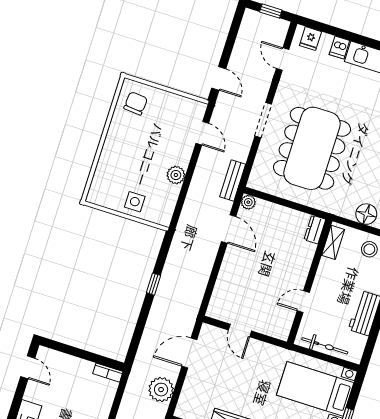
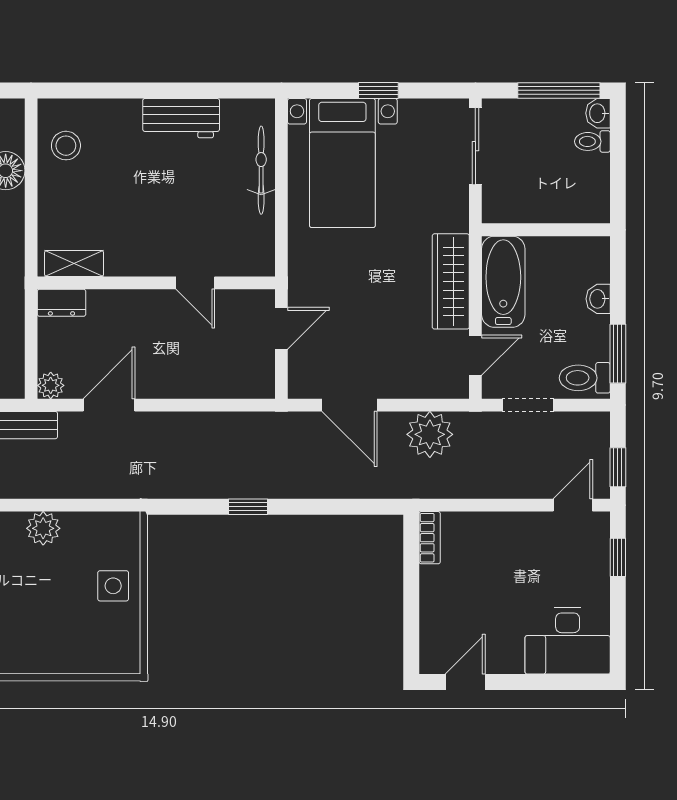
dresser: (315, 229) -> (61, 303), moved
shelving: (333, 242) -> (74, 263), moved
wall: (310, 282) -> (156, 283), moved
door: (303, 302) -> (195, 283), moved

